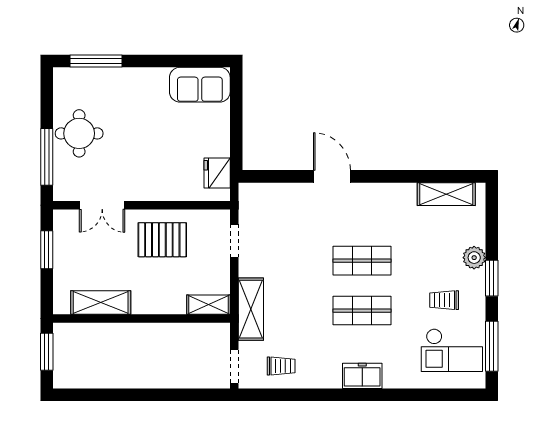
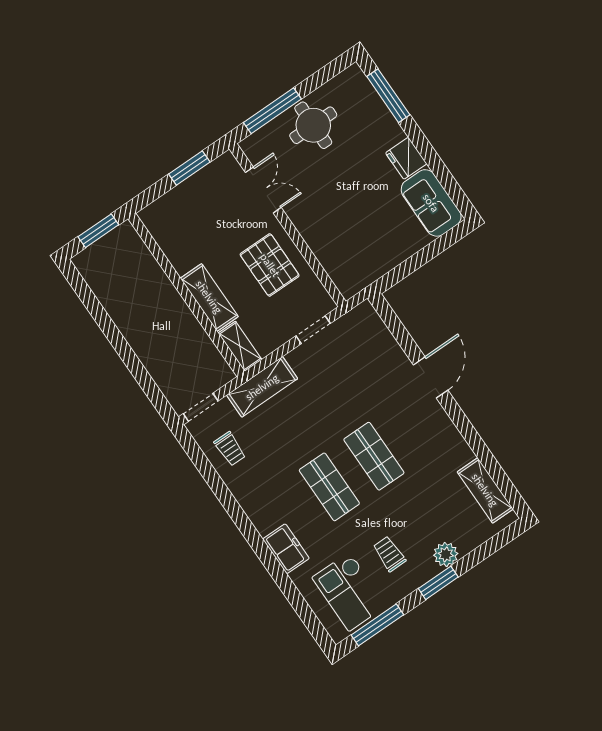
fridge: (217, 173) -> (406, 158), moved, turned -90
double door: (102, 205) -> (263, 190), swing flipped
shelving: (101, 302) -> (209, 297), moved
freezer: (362, 376) -> (286, 549), moved

